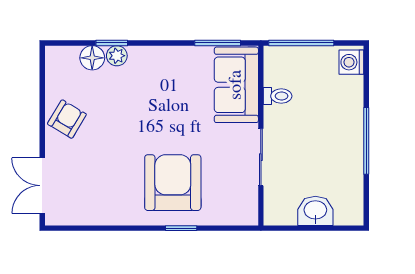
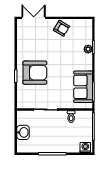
floor lamp: (92, 58) -> (87, 39), removed
sofa: (236, 85) -> (83, 87), moved, turned -90

